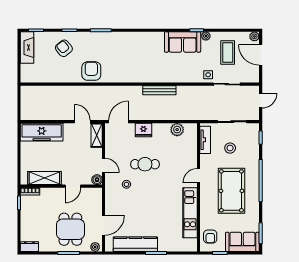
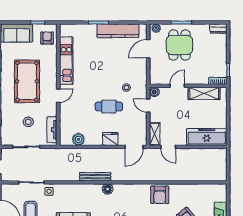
floor lamp: (146, 77) -> (108, 189), added

